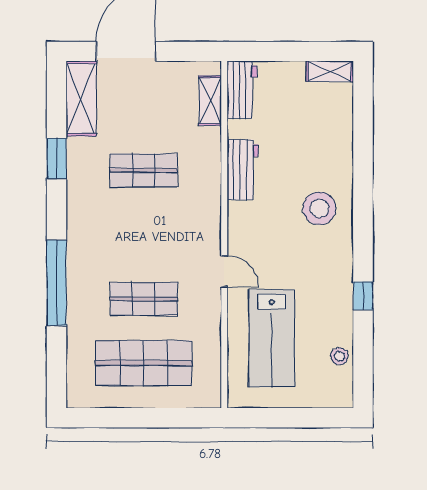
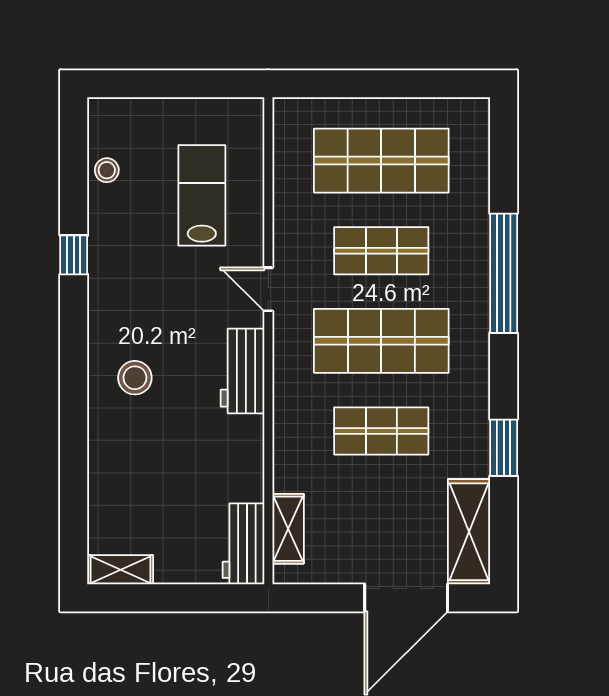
workbench: (243, 170) -> (243, 371), moved
stool: (319, 208) -> (135, 378), width x0.73, depth x0.73
shop shelf: (144, 235) -> (381, 341), added
lab bench: (272, 338) -> (202, 195), width x0.73, depth x0.72

